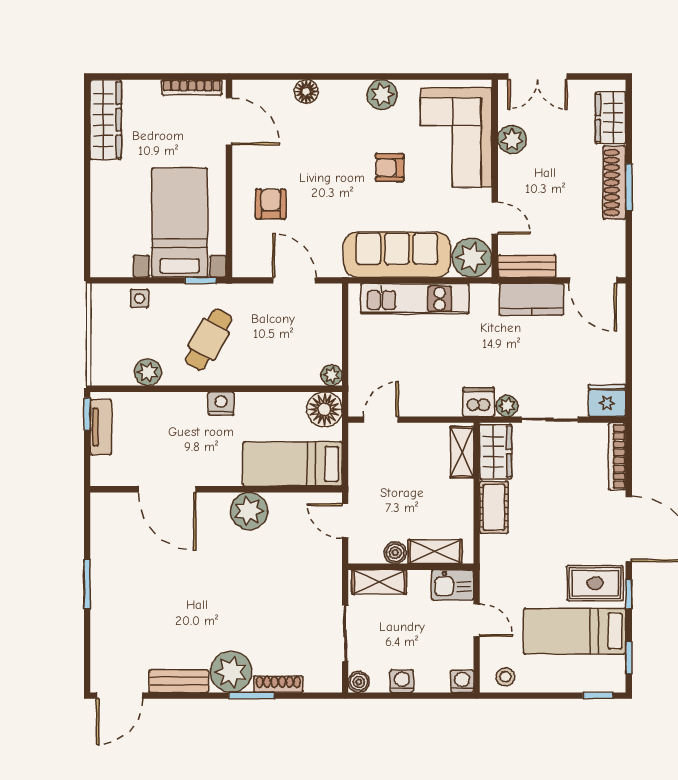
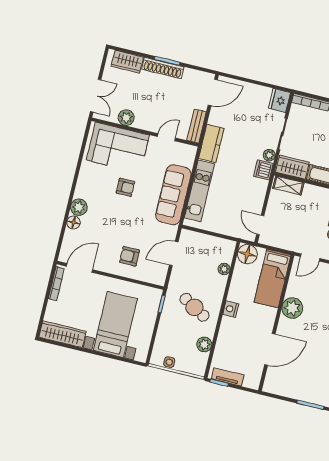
plant: (382, 95) -> (79, 207), moved
armchair: (390, 168) -> (125, 187), turned -90
bed with nightstands: (180, 222) -> (115, 325), moved, turned 90
plant: (472, 258) -> (185, 155), removed
side table: (139, 298) -> (169, 362), moved
kitchen counter: (531, 299) -> (211, 143), moved
plant: (332, 375) -> (224, 269), moved

